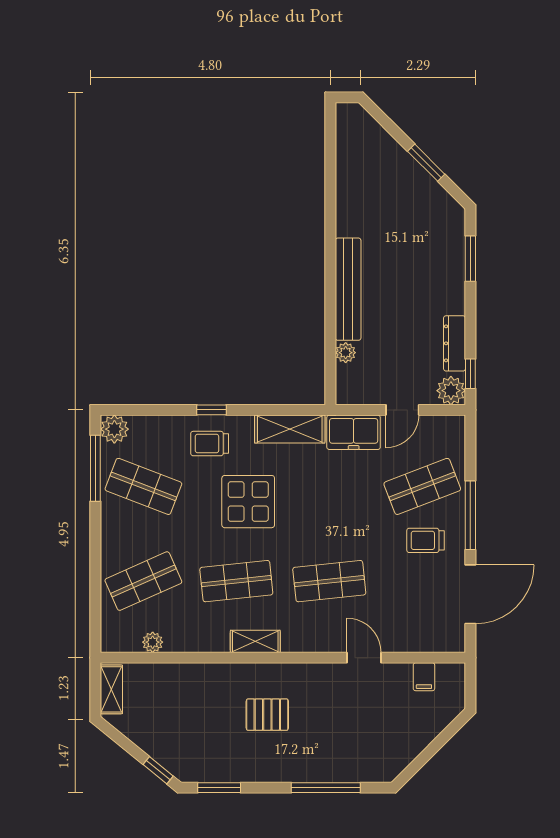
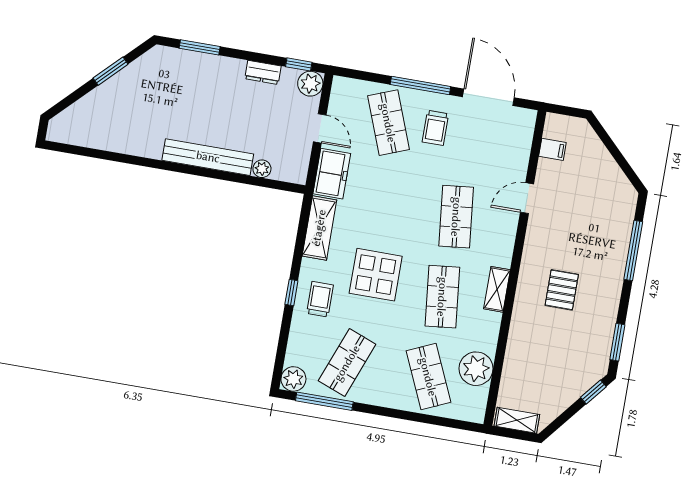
dresser: (455, 343) -> (263, 72), width x0.70
trolley: (210, 444) -> (320, 299), turned 180
plant: (153, 642) -> (476, 369), width x1.88, depth x1.88

